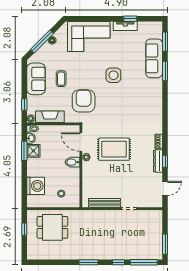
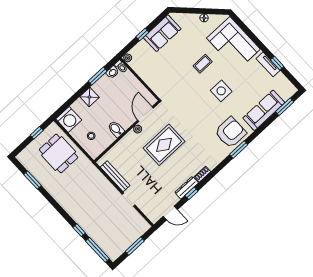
window: (42, 41) -> (196, 11), removed
window: (165, 71) -> (239, 150), moved
coffee table: (61, 79) -> (203, 64), moved
armchair: (84, 101) -> (231, 132), moved
window: (24, 104) -> (142, 34), moved
fireplace: (50, 117) -> (143, 71), removed
rug: (114, 149) -> (164, 145), turned 90
shower: (33, 151) -> (89, 97), moved
bidet: (72, 162) -> (116, 129), moved
washing machine: (36, 186) -> (69, 119), moved
window: (165, 244) -> (135, 246), moved
window: (89, 262) -> (33, 180), moved

